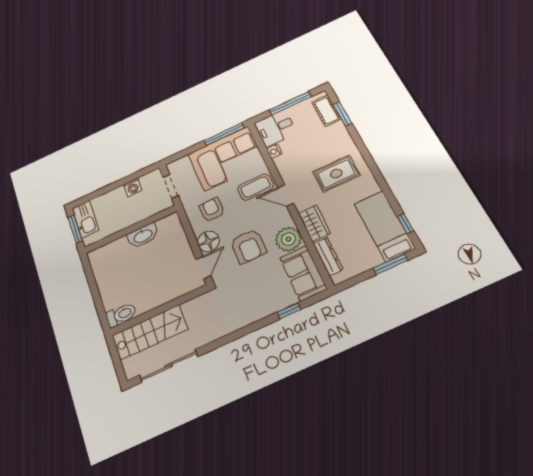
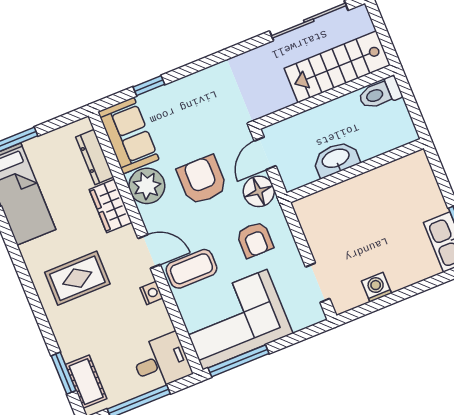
nightstand: (274, 151) -> (151, 293), moved
wall: (130, 229) -> (355, 171), moved
washbasin: (143, 236) -> (336, 159), moved

